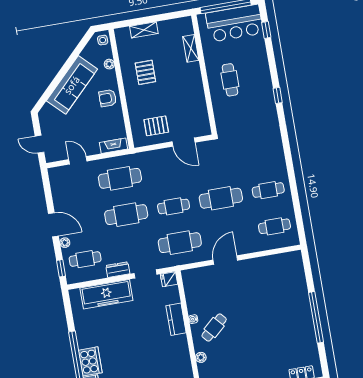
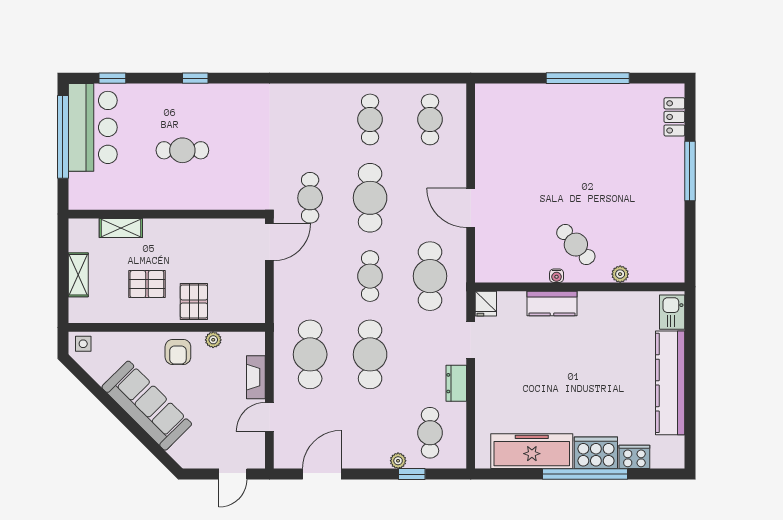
shelving: (191, 48) -> (121, 228), moved
plant: (109, 64) -> (213, 340), moved
wall: (204, 75) -> (167, 214), moved
window: (278, 95) -> (195, 78), moved
pallet: (156, 126) -> (194, 301), moved
fireplace: (113, 146) -> (256, 377), moved
cafe table: (215, 162) -> (310, 198), added
door: (53, 225) -> (322, 474), moved
window: (61, 268) -> (412, 474), moved
freezer: (106, 294) -> (532, 451), moved, turned -90

